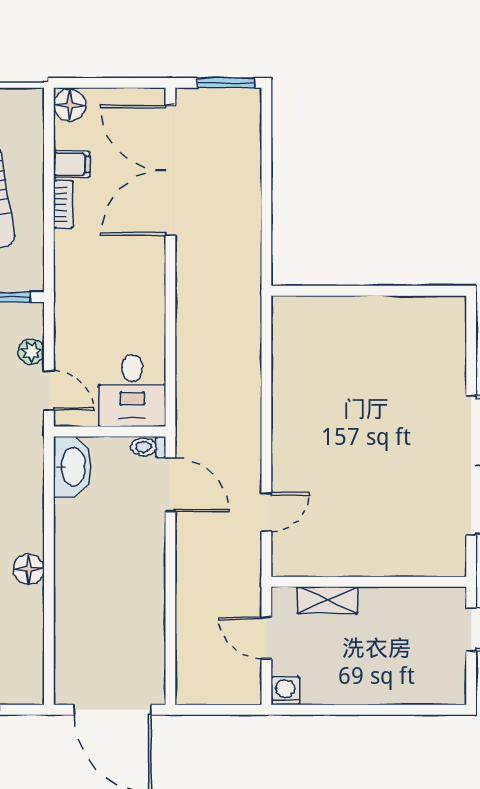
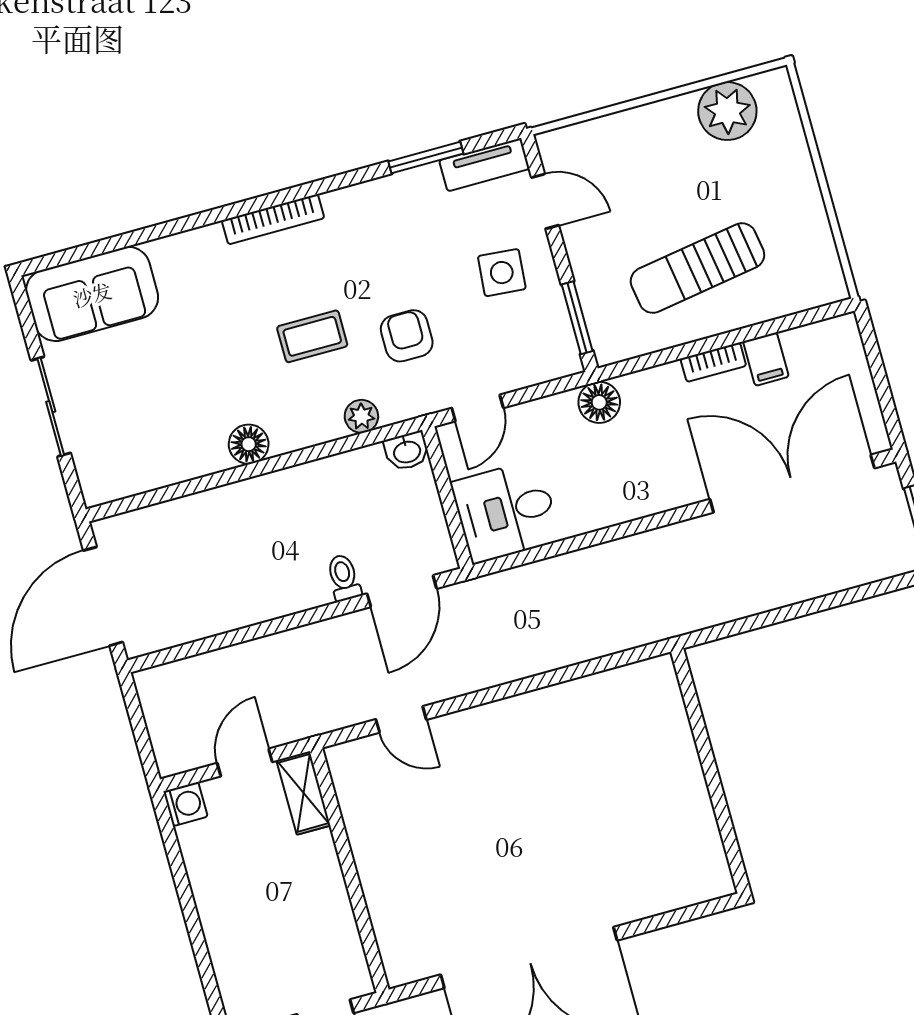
floor lamp: (70, 105) -> (599, 402), moved
plant: (31, 352) -> (361, 416), moved
toilet: (148, 447) -> (344, 578), moved
washbasin: (72, 467) -> (407, 451), width x0.52, depth x0.69
shelving: (327, 600) -> (303, 793), moved

